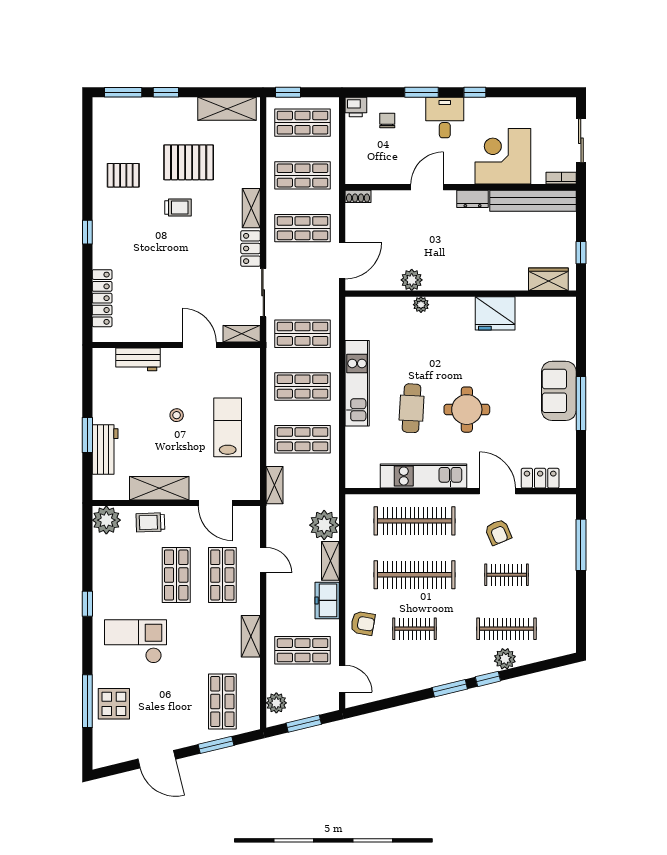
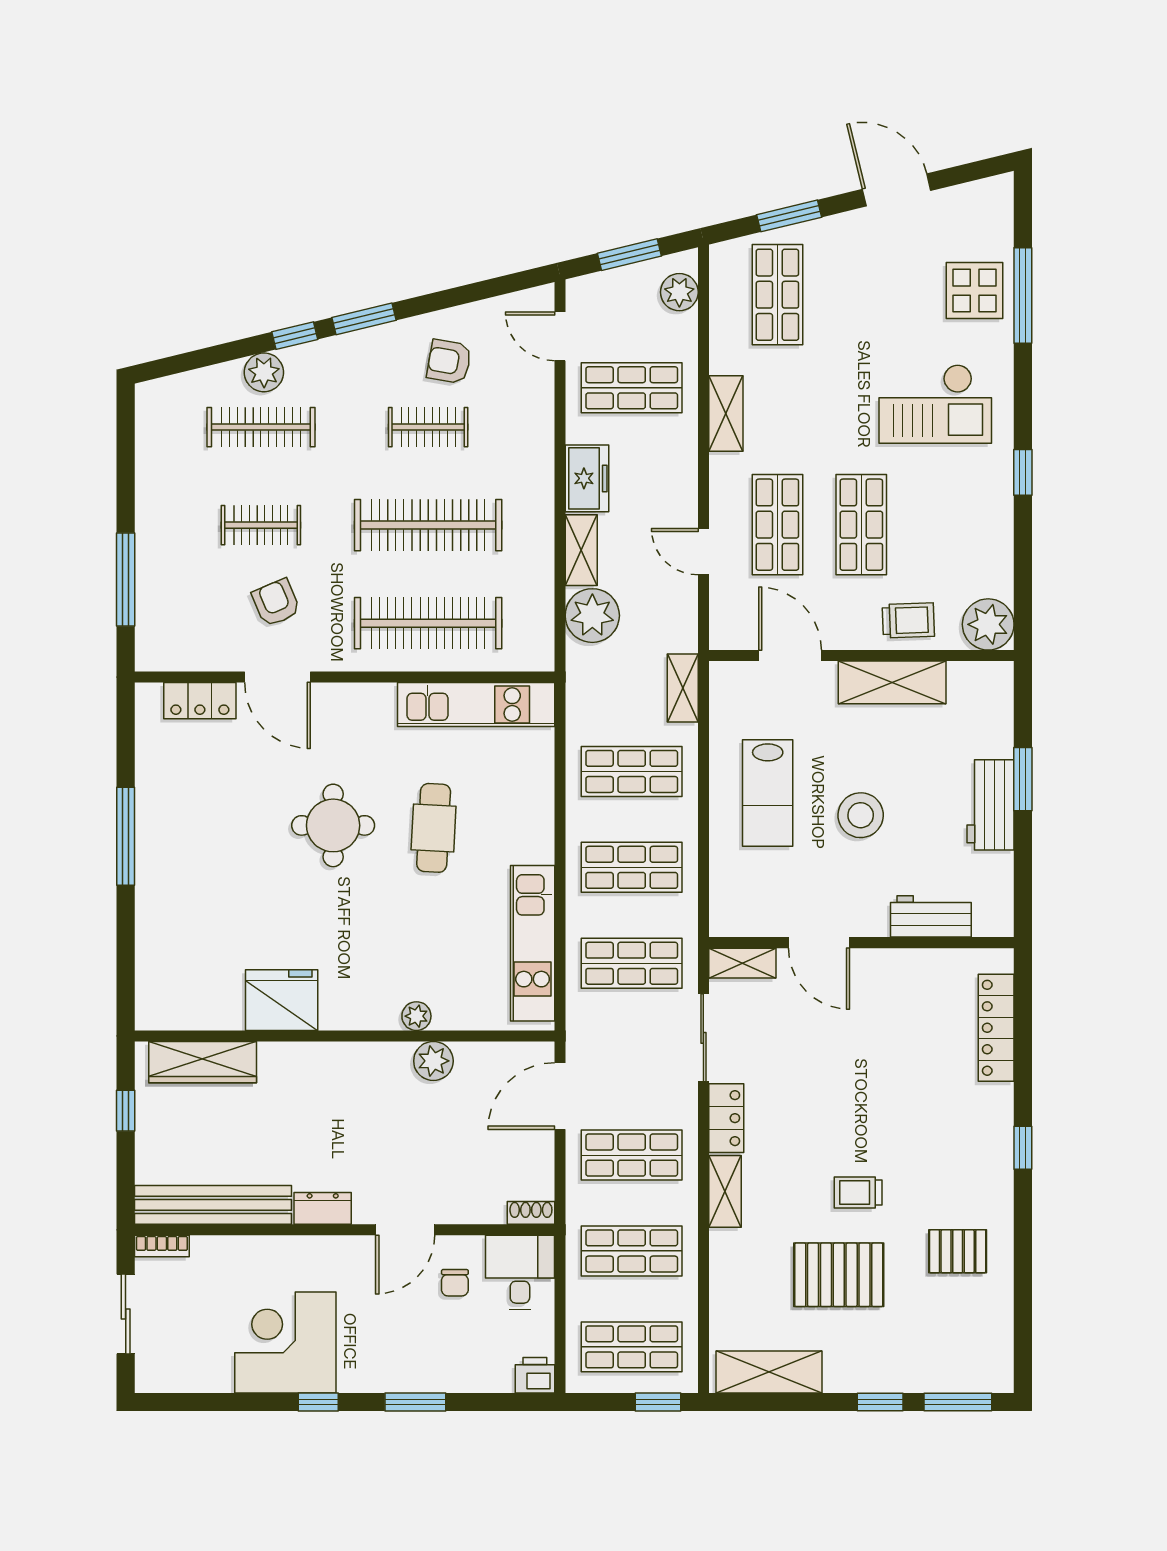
desk: (445, 118) -> (520, 1272), moved, turned 180
chair: (387, 120) -> (455, 1283), moved
corner desk: (503, 156) -> (285, 1342), moved, turned 180
wardrobe: (548, 279) -> (203, 1062), width x1.50
kitchen unit: (357, 383) -> (533, 943), moved
sofa: (559, 391) -> (166, 859), removed
stool: (177, 415) -> (861, 815), width x1.89, depth x1.89
workbench: (105, 450) -> (991, 805), moved
kitchen unit: (424, 476) -> (476, 705), moved
armchair: (363, 623) -> (449, 362), moved

